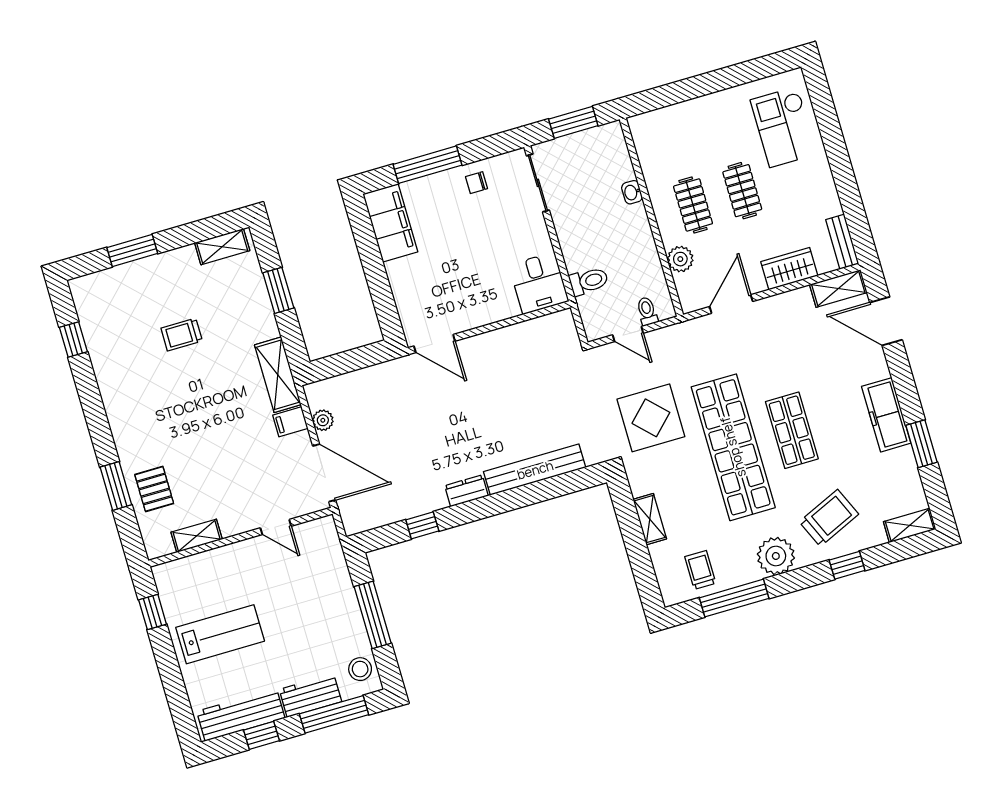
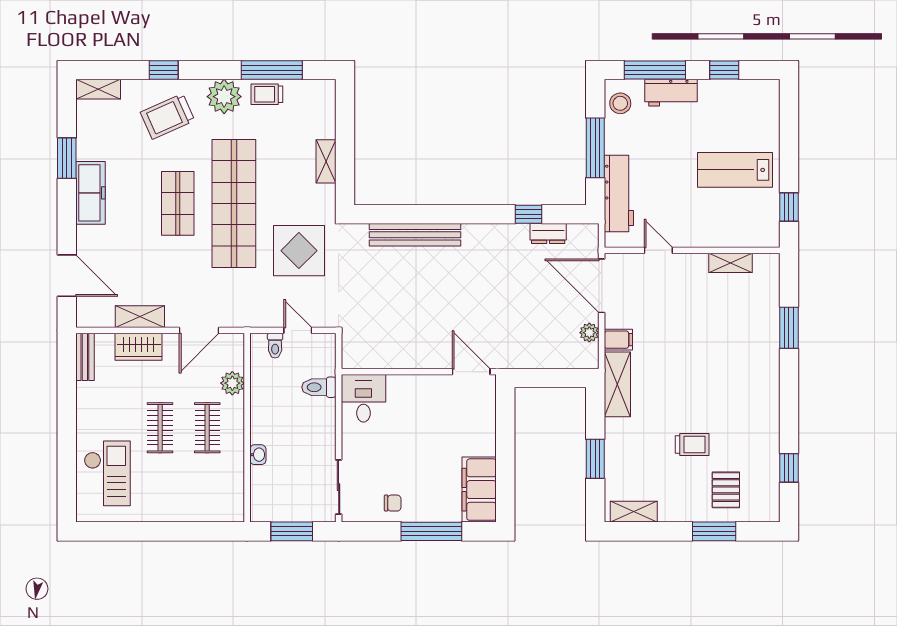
shelving: (838, 288) -> (140, 317), moved
pallet: (154, 489) -> (726, 490), moved
dresser: (466, 491) -> (548, 234), moved
trolley: (700, 570) -> (267, 94), moved, turned 90
workbench: (241, 715) -> (619, 194), moved, turned -90

